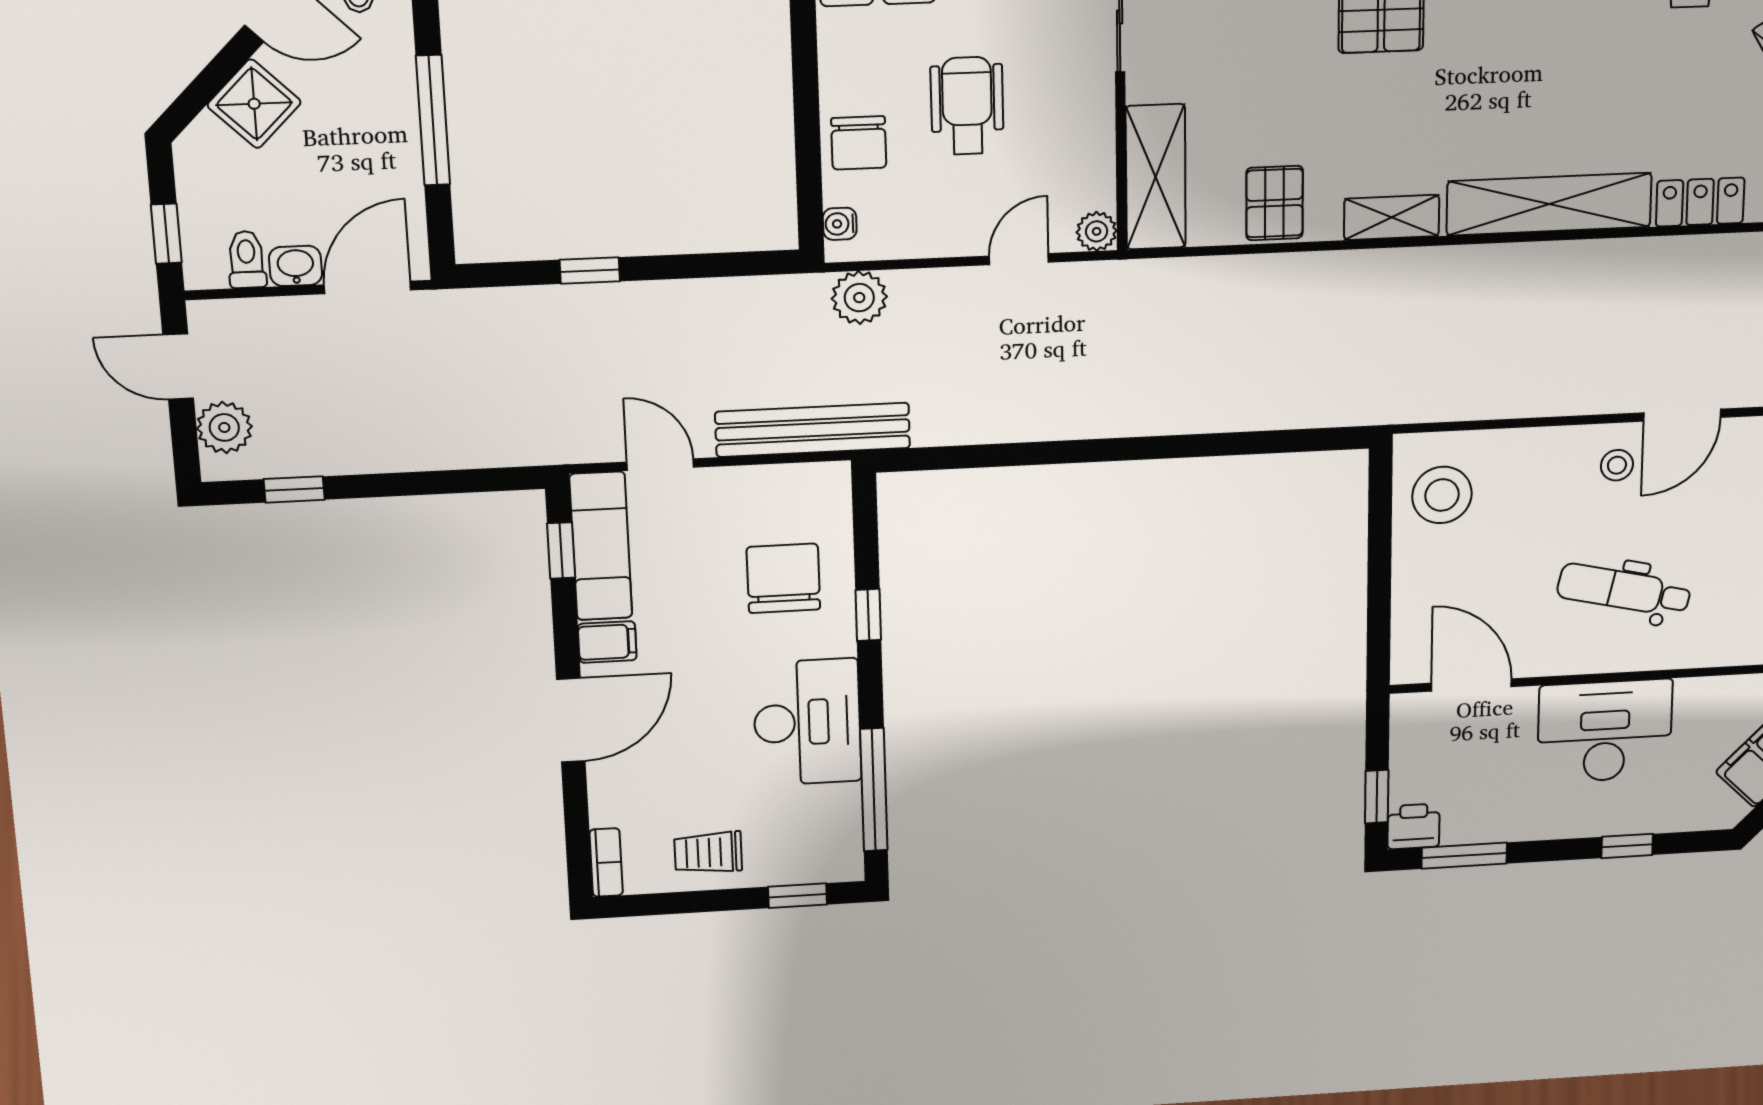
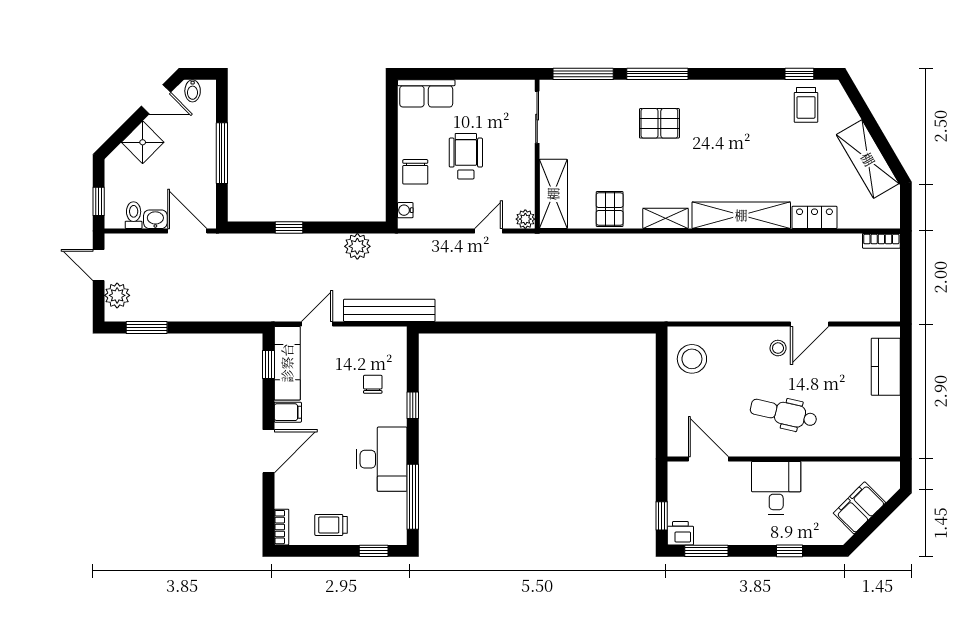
door: (367, 287) -> (187, 231), hinge flipped
plant: (859, 298) -> (357, 246), moved
door: (660, 465) -> (317, 324), hinge flipped
window: (294, 489) -> (147, 328), width x1.50
chair: (783, 578) -> (373, 384), width x0.54, depth x0.54
desk: (1605, 731) -> (776, 488), width x0.73

